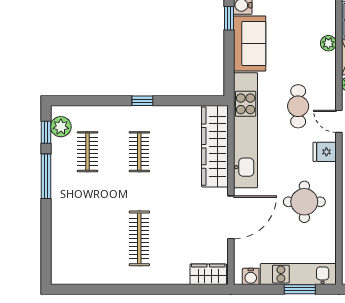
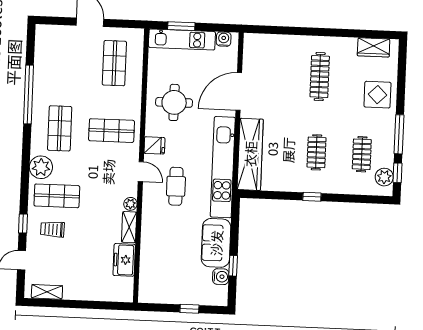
plant: (328, 43) -> (147, 240), removed
display table: (72, 220) -> (377, 95), added
wardrobe: (208, 274) -> (374, 47), moved

